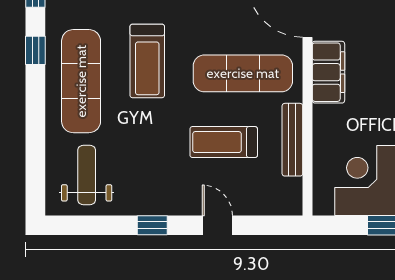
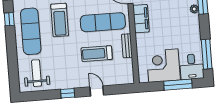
bench: (292, 140) -> (127, 46), width x0.73

